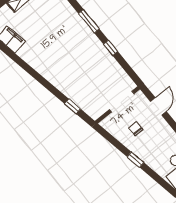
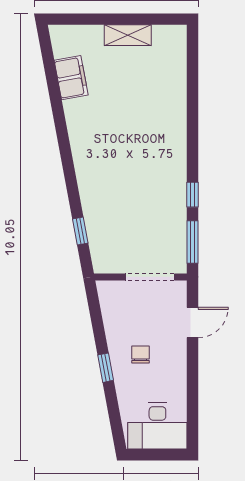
window: (89, 21) -> (193, 242), moved
chair: (136, 129) -> (141, 355), moved

